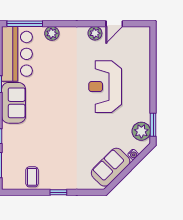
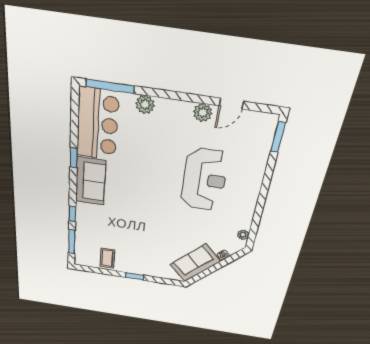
reception desk: (105, 87) -> (204, 180), turned 180
window: (153, 125) -> (278, 137), moved
plant: (141, 131) -> (243, 235), width x0.53, depth x0.53

